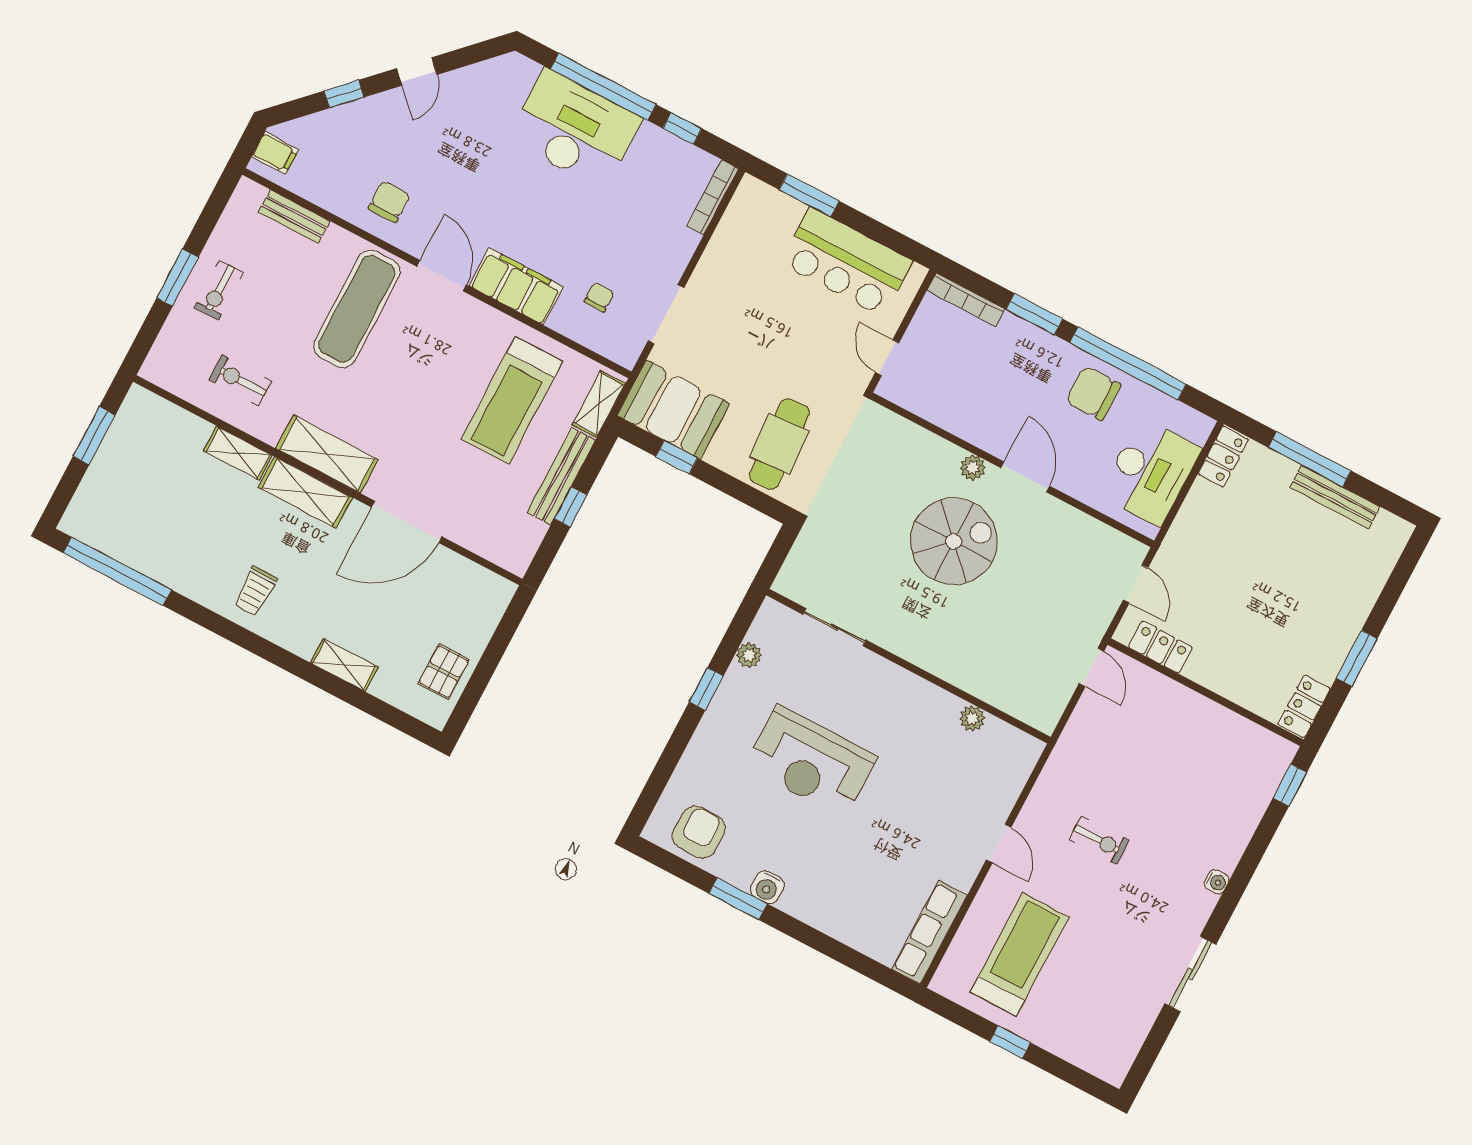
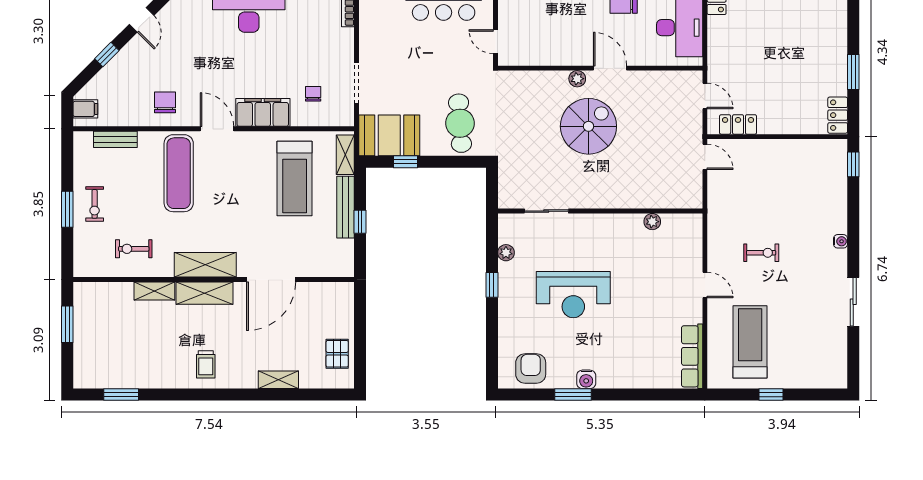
window: (117, 571) -> (121, 395), width x0.47

